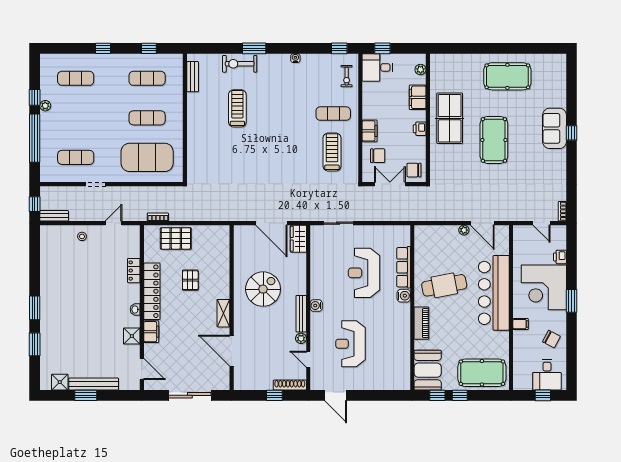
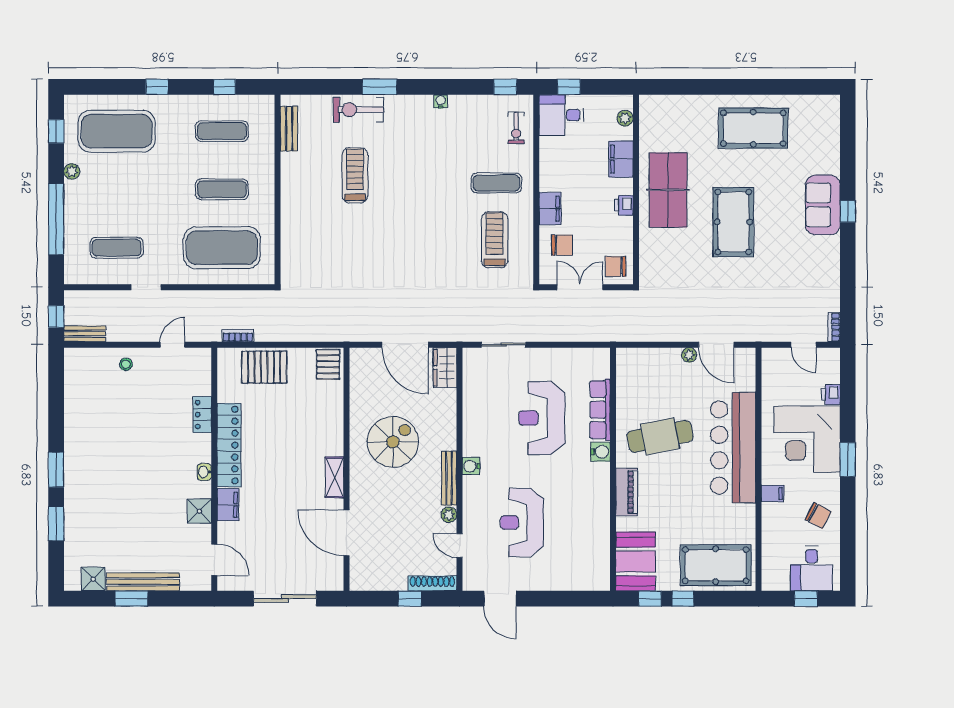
exercise mat: (76, 78) -> (117, 131), width x2.00, depth x1.45
window: (35, 97) -> (56, 131), moved
pallet: (190, 280) -> (328, 364), moved

